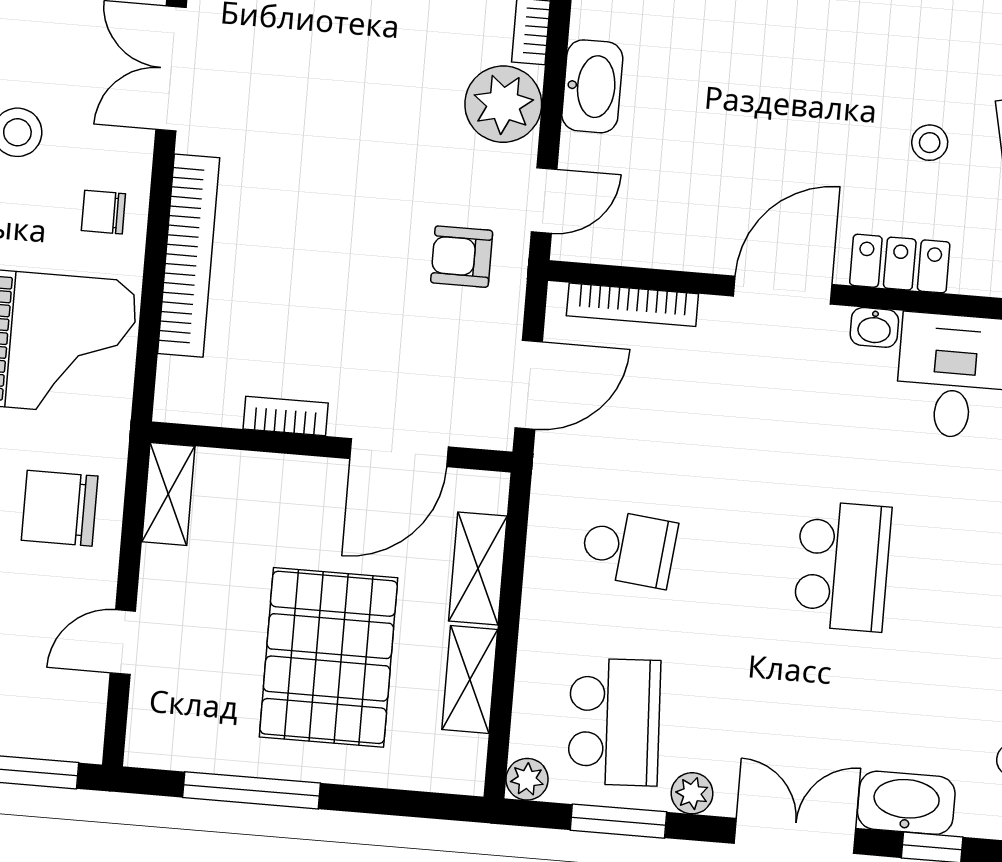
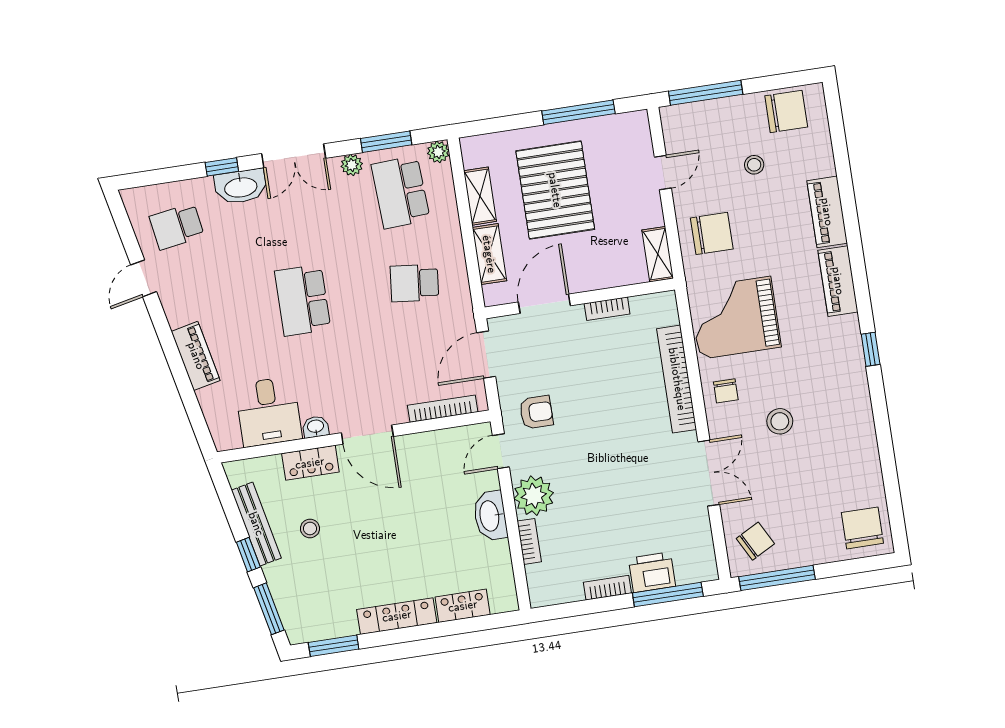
chair: (103, 212) -> (726, 391), turned 90
door: (783, 290) -> (367, 435), hinge flipped

